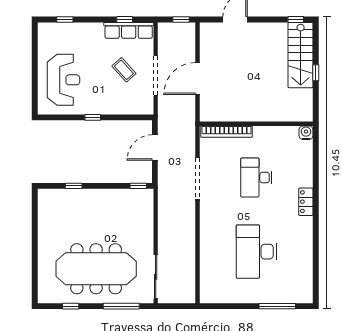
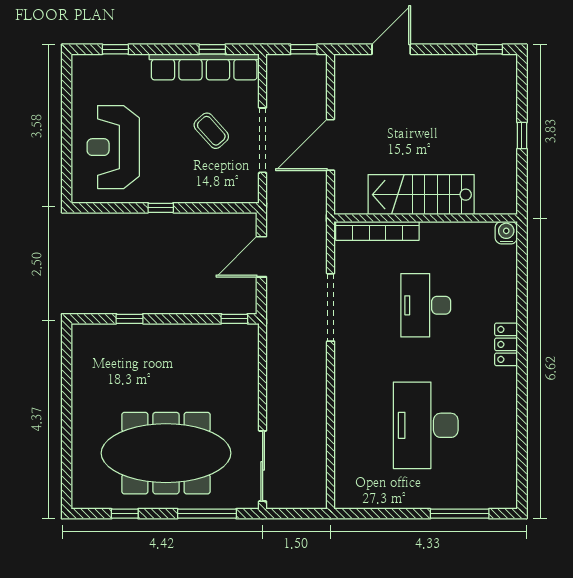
row of seats: (129, 30) -> (204, 67), width x1.36
stairs: (301, 55) -> (421, 195), moved, turned 90
reception desk: (63, 80) -> (113, 147), turned 180

